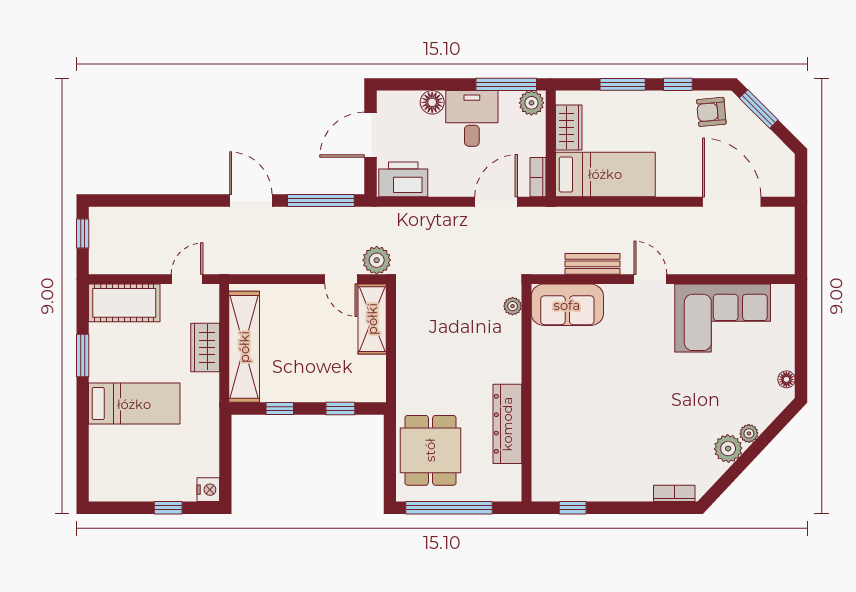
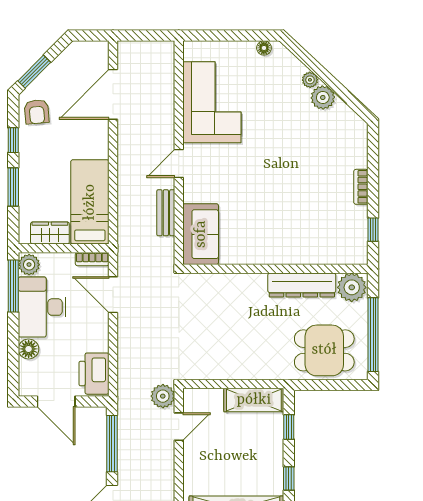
desk: (472, 118) -> (42, 307), width x1.37
plant: (513, 306) -> (352, 287), moved, width x1.88, depth x1.88
shelving: (372, 319) -> (254, 400), moved
bookcase: (674, 493) -> (361, 187), moved

